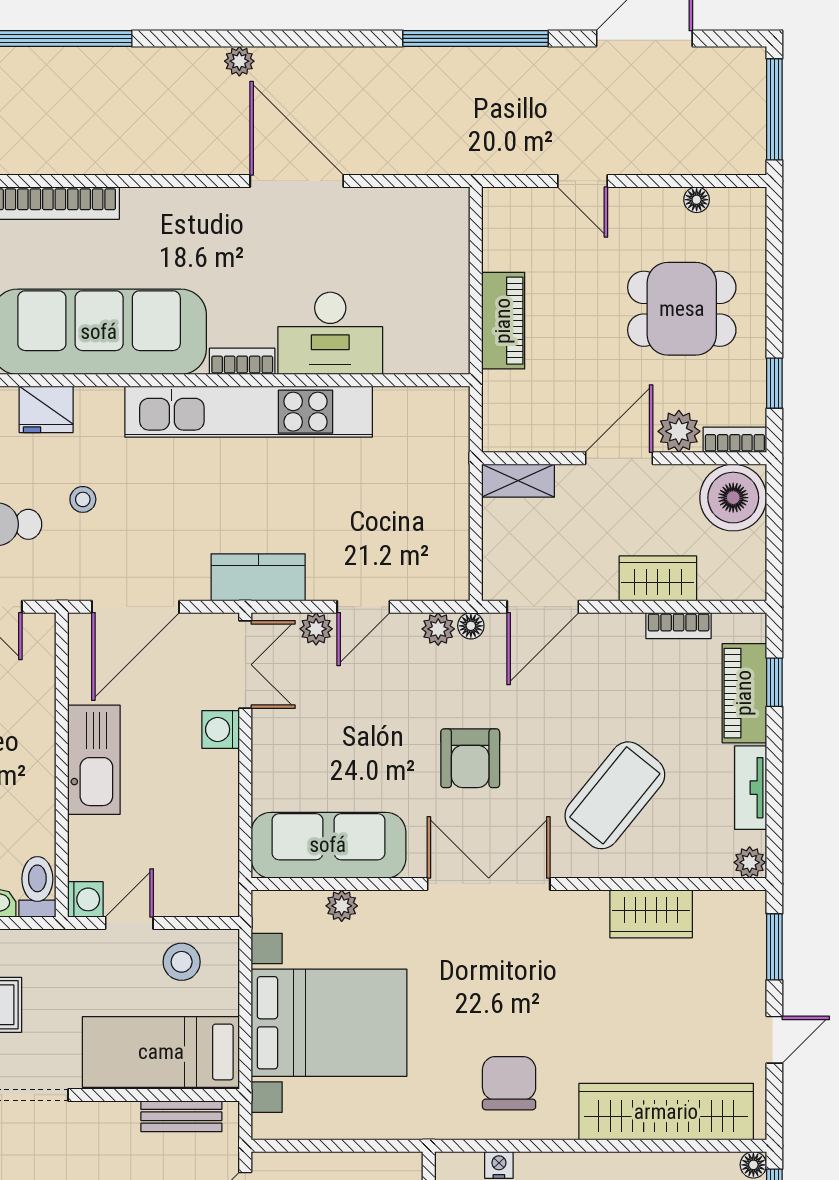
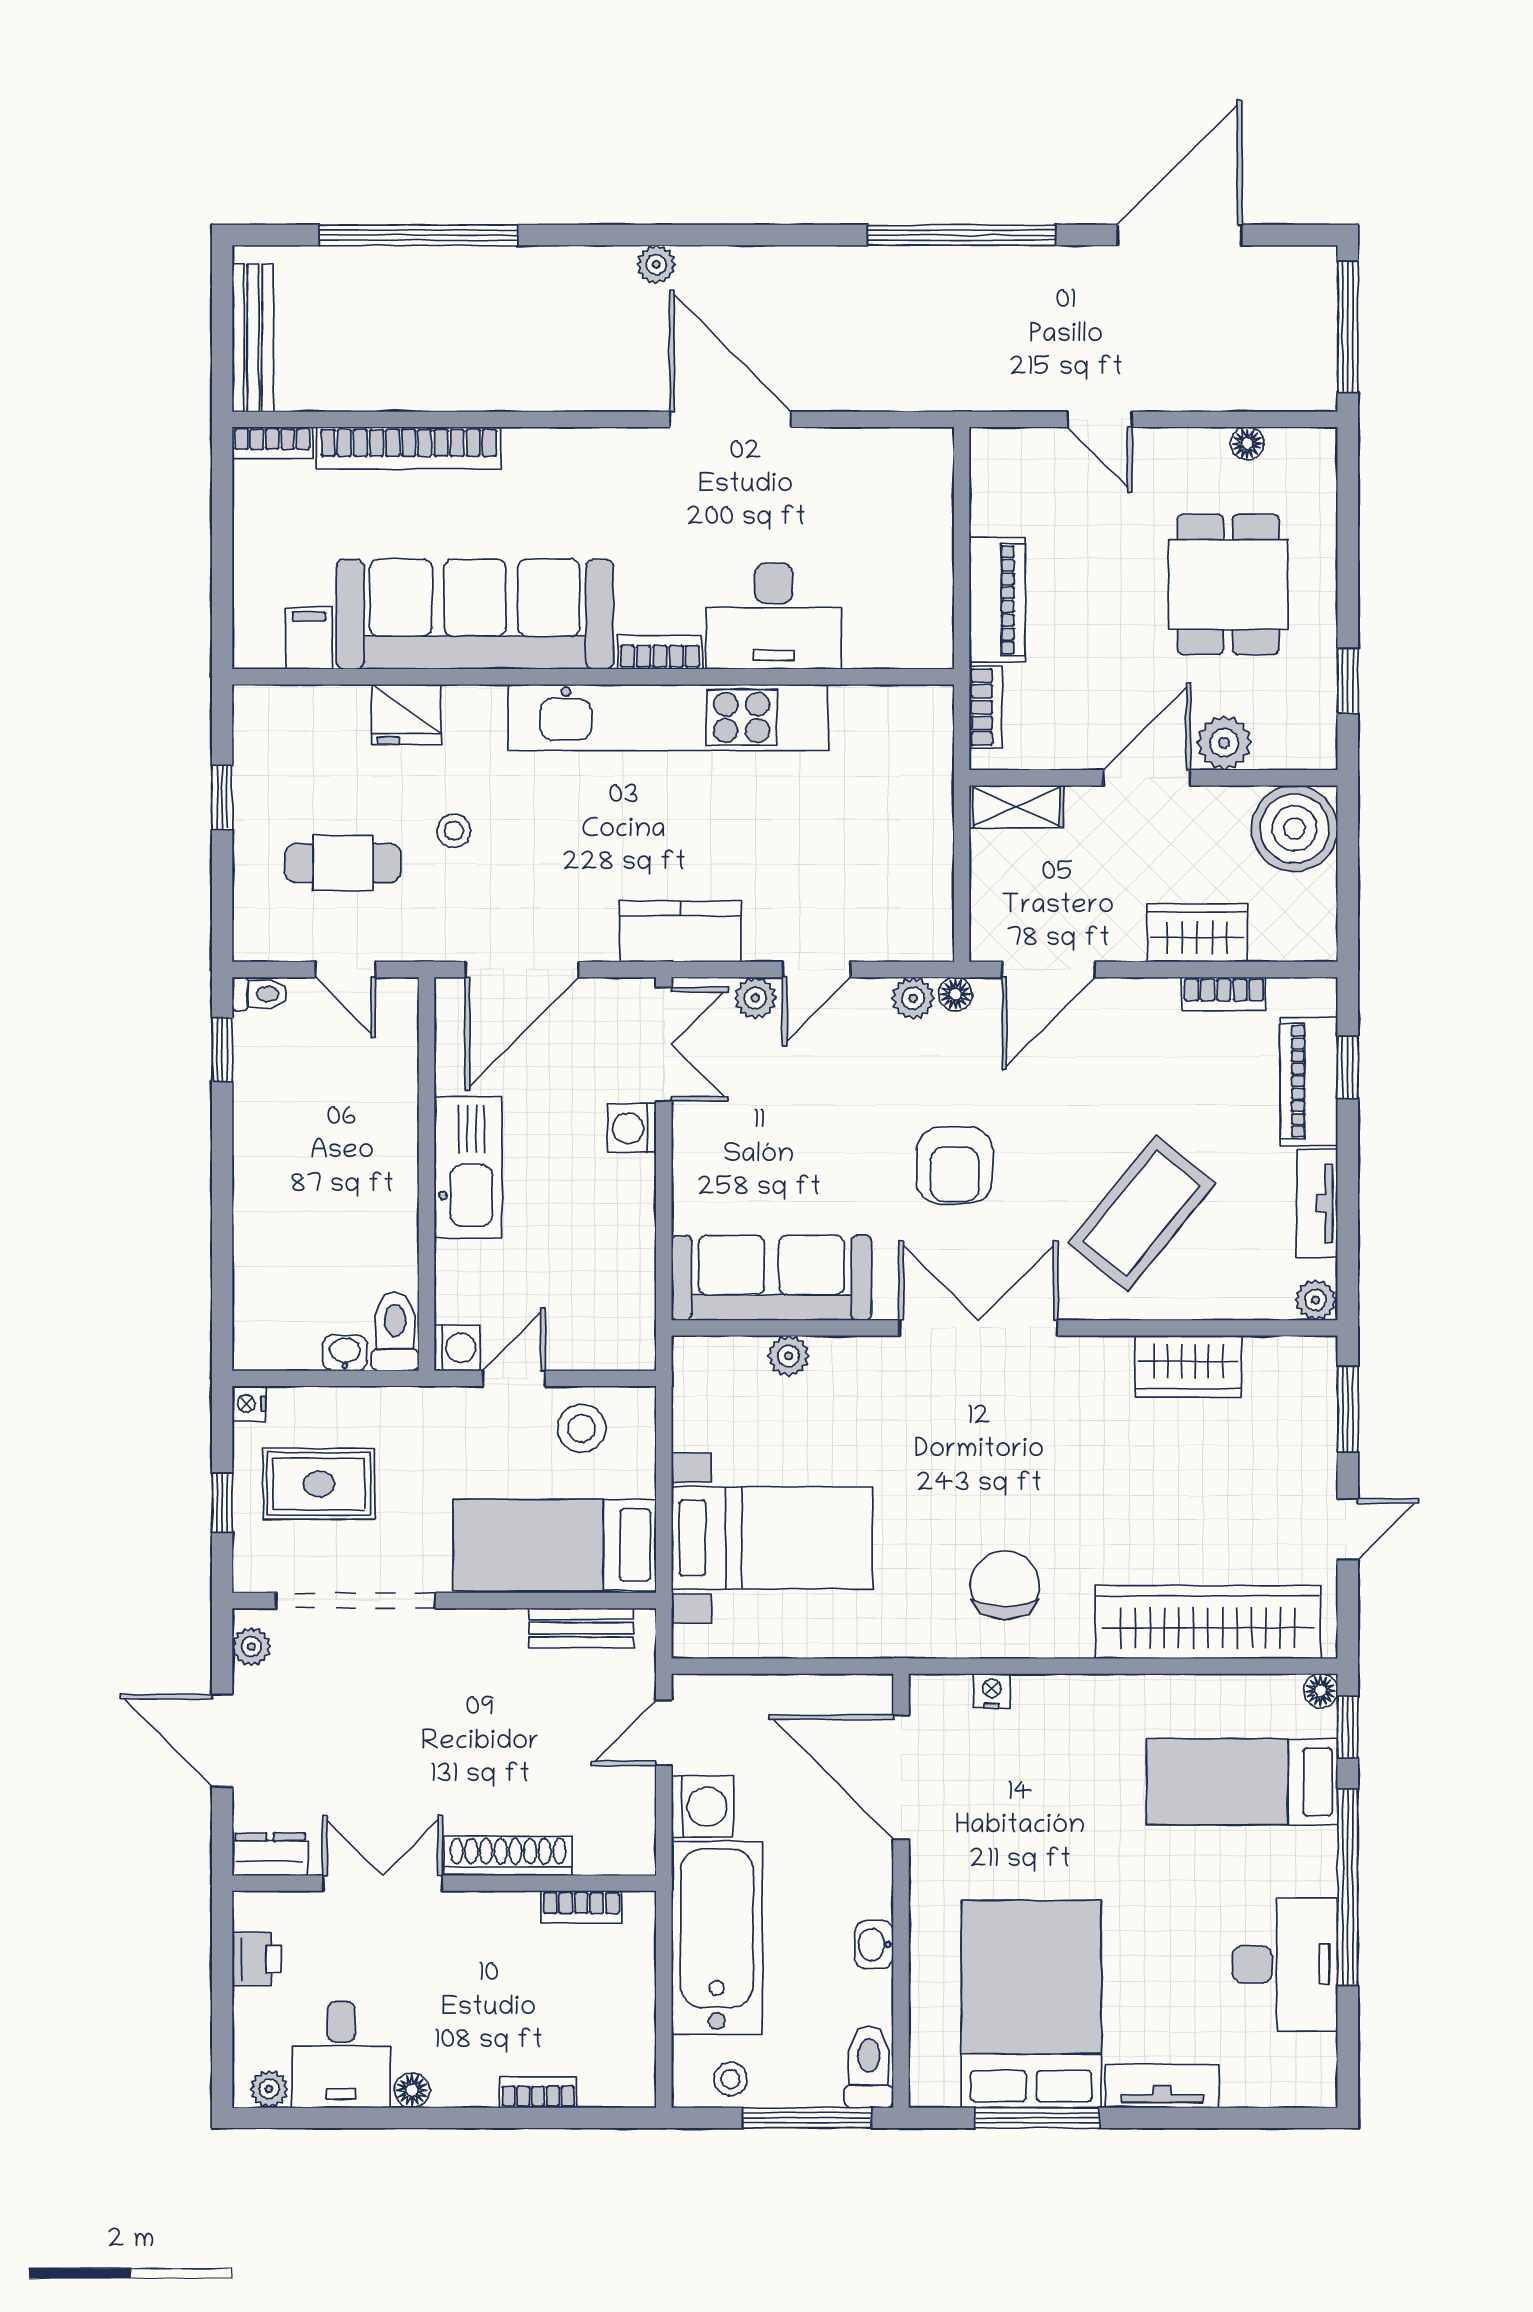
dining table: (682, 309) -> (1228, 584), turned 90
bookcase: (735, 440) -> (986, 707), moved, turned 90
bed with nightstands: (329, 1023) -> (772, 1538), width x0.73

